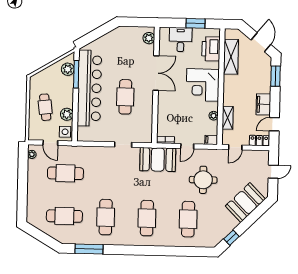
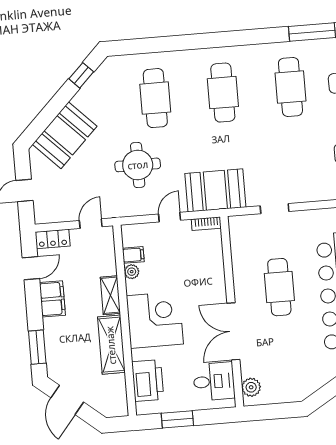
desk: (181, 40) -> (214, 381), moved, turned -90
shelving: (231, 57) -> (111, 345), moved
shelving: (228, 118) -> (110, 295), moved
filing cabinet: (211, 140) -> (133, 255), moved

